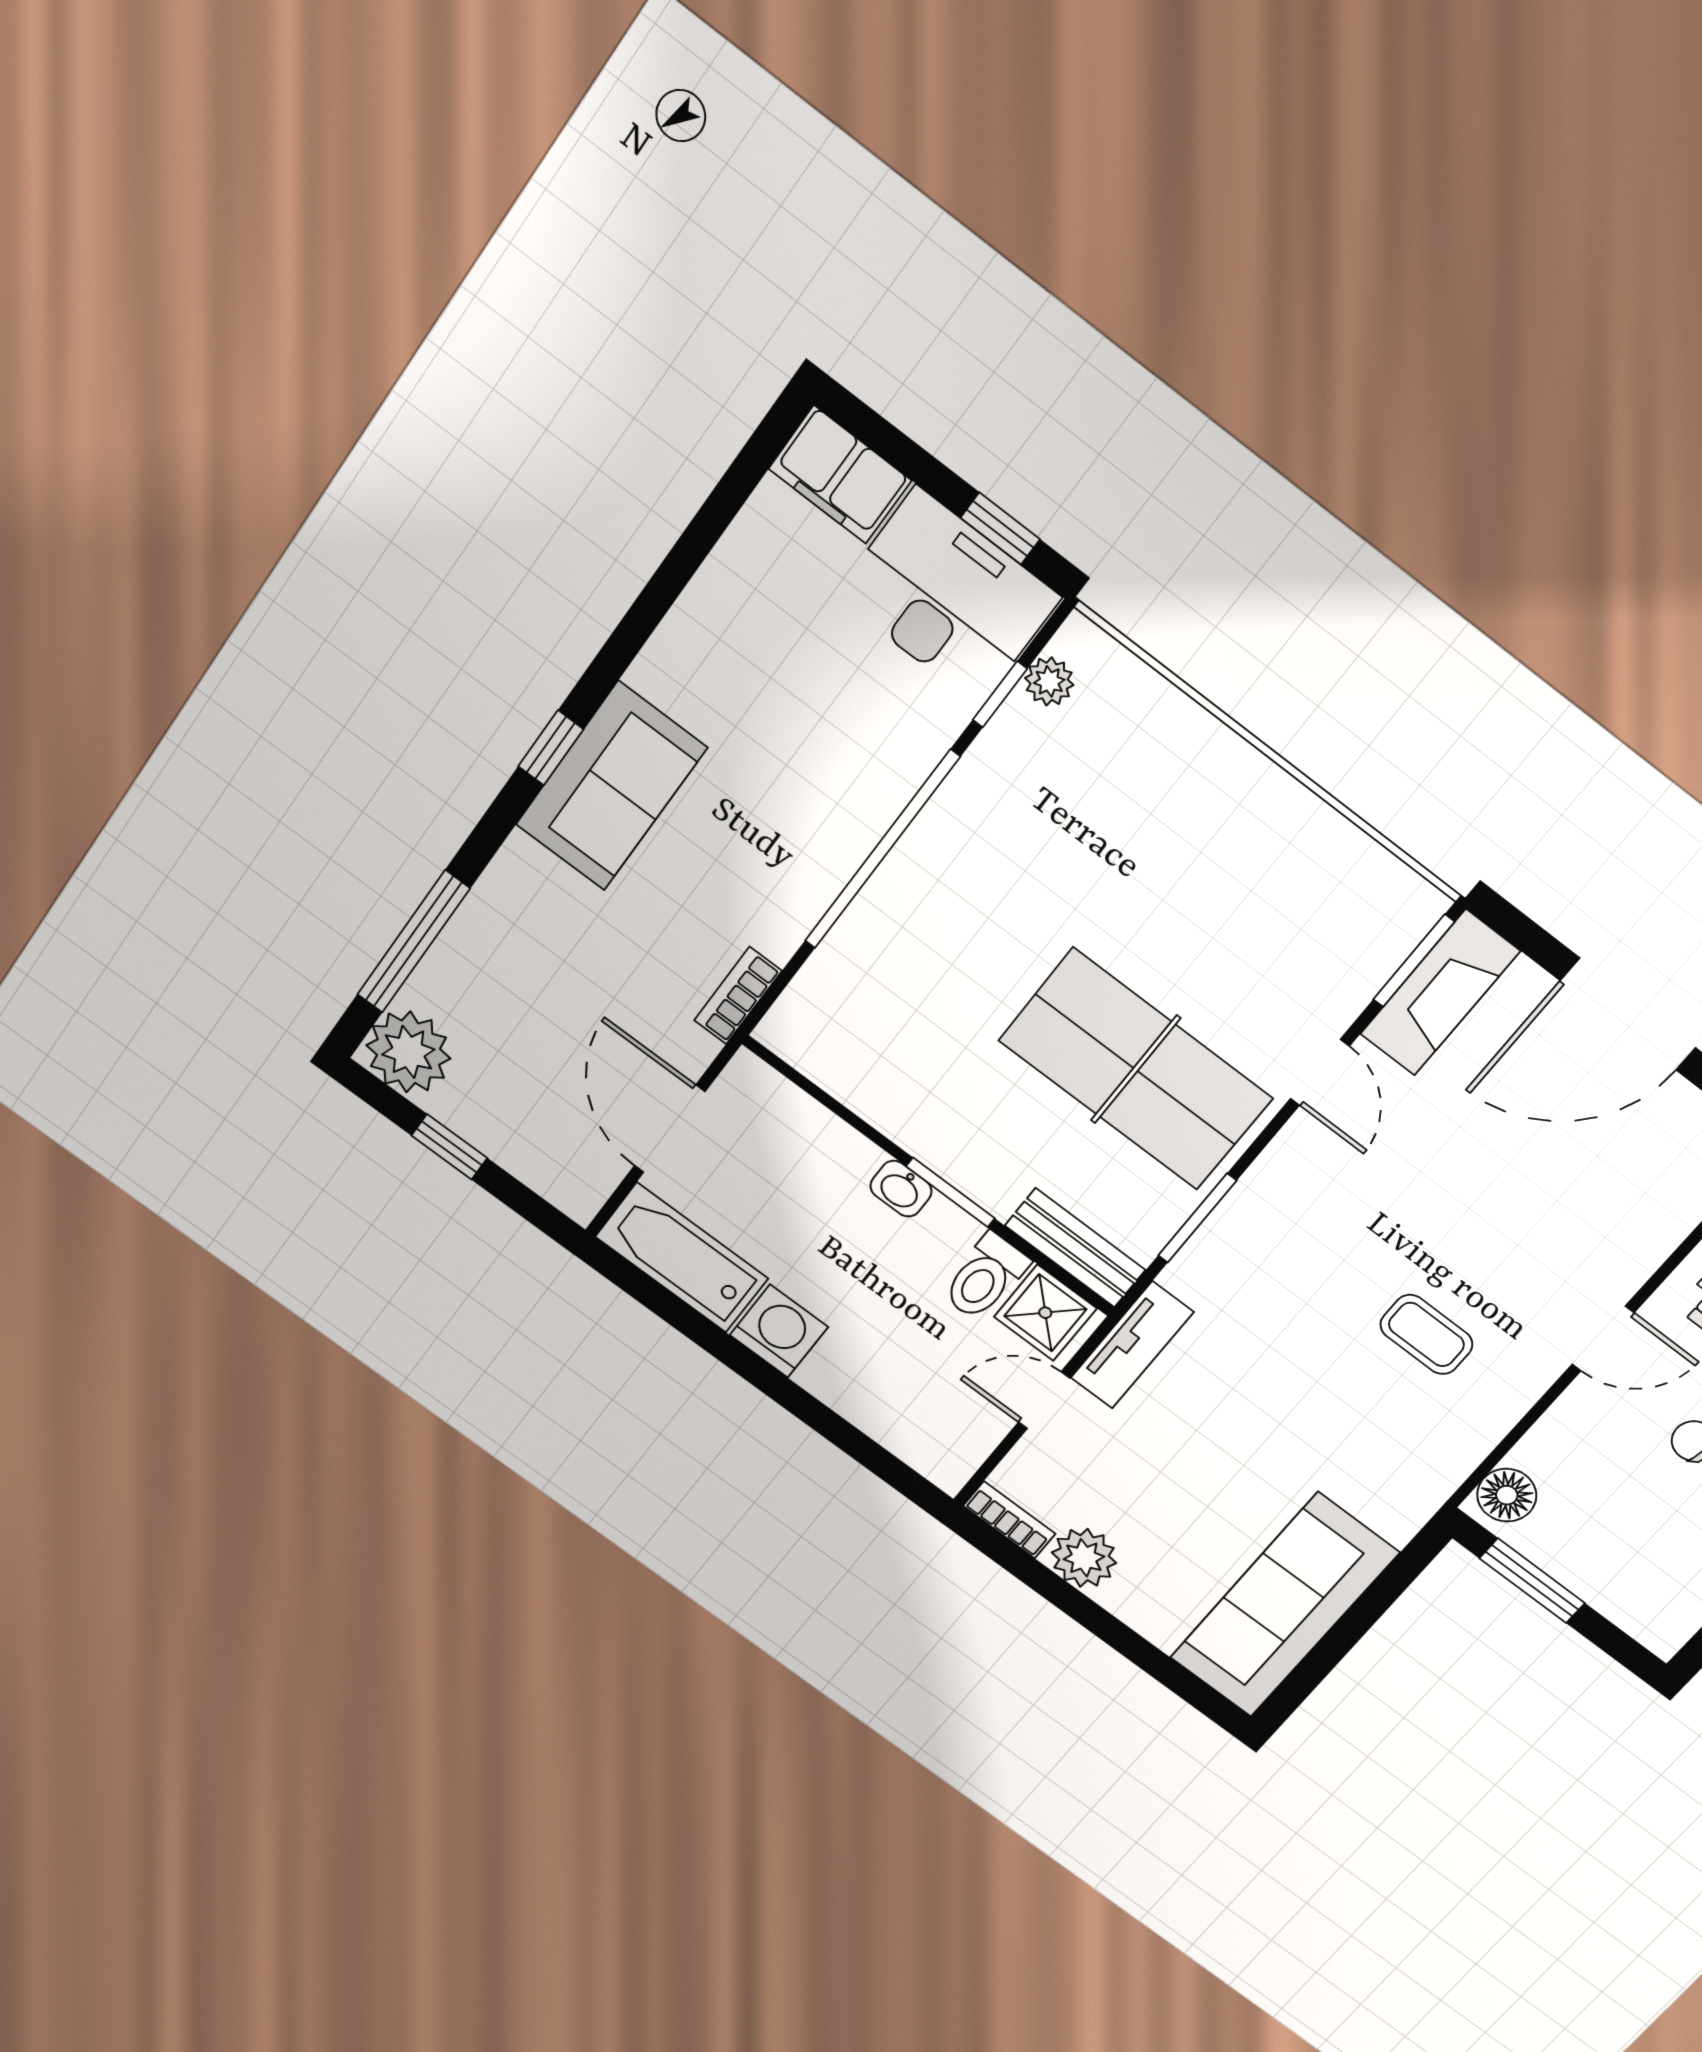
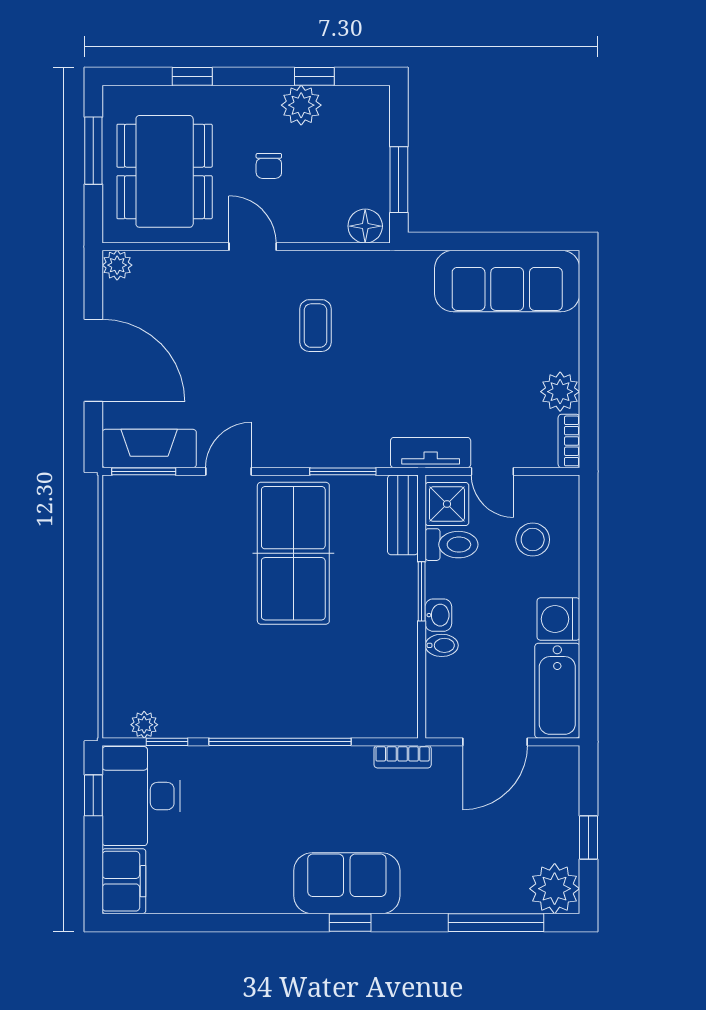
bidet: (856, 1162) -> (442, 645), added
stool: (912, 1380) -> (533, 540), added

